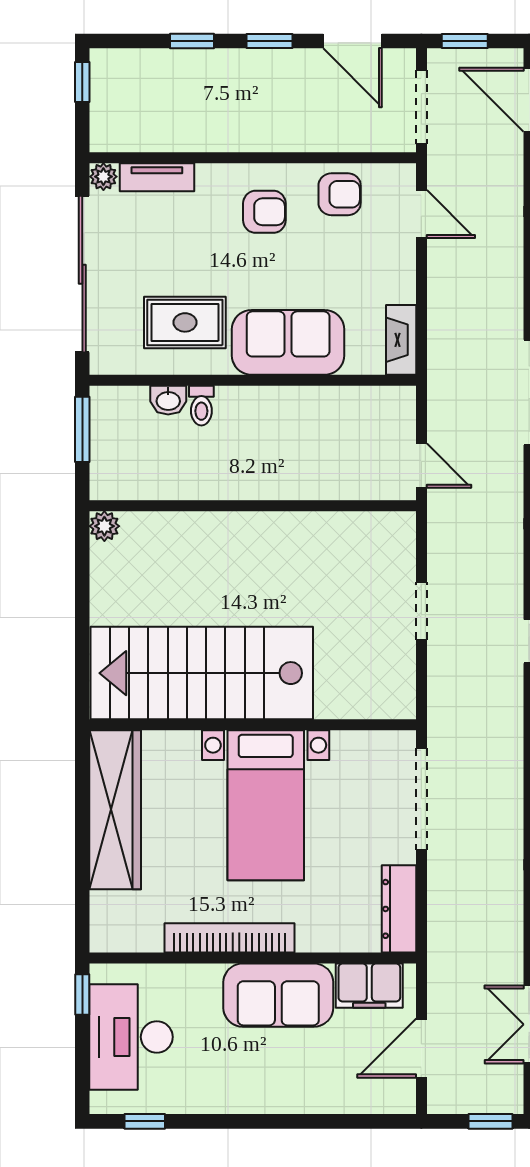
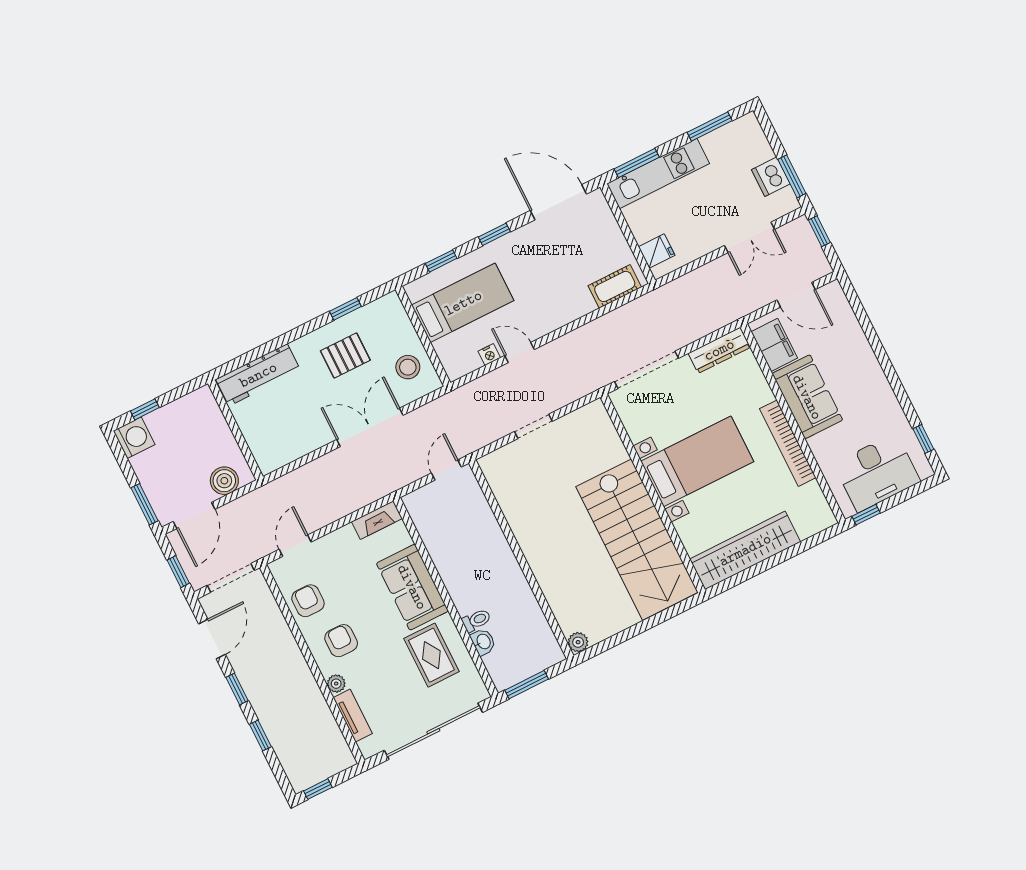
plant: (103, 177) -> (336, 684), moved

